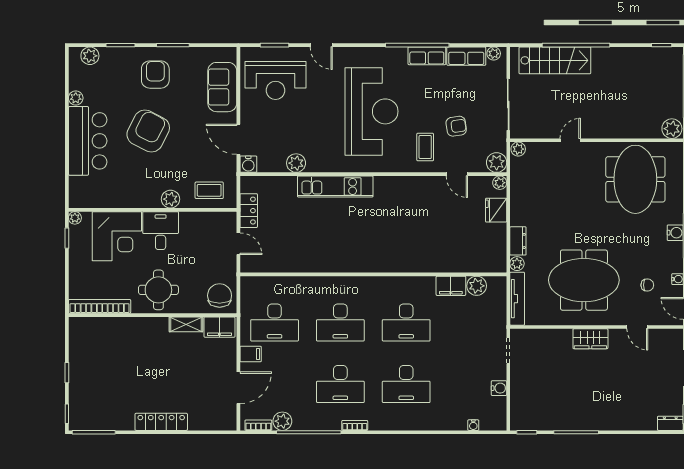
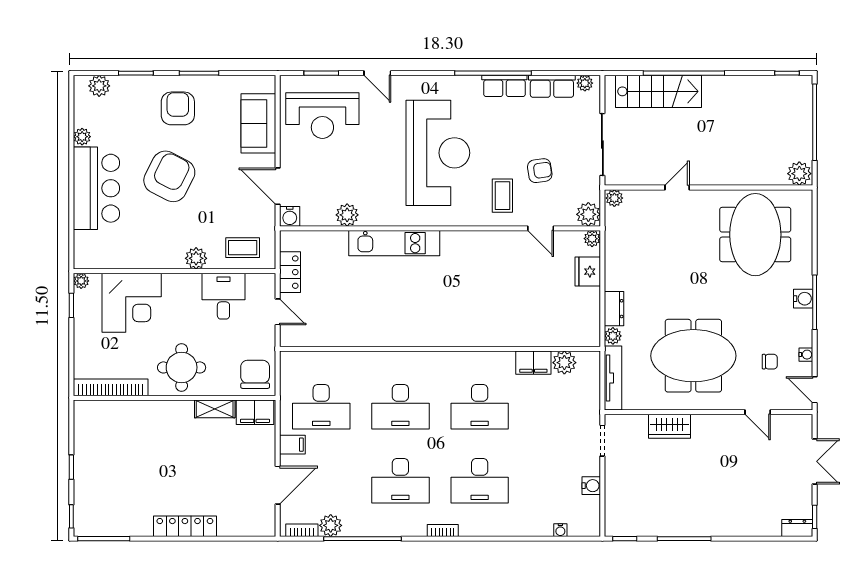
desk: (161, 231) -> (223, 296), moved
wardrobe: (590, 339) -> (670, 426), moved
bookcase: (355, 425) -> (443, 530), moved

